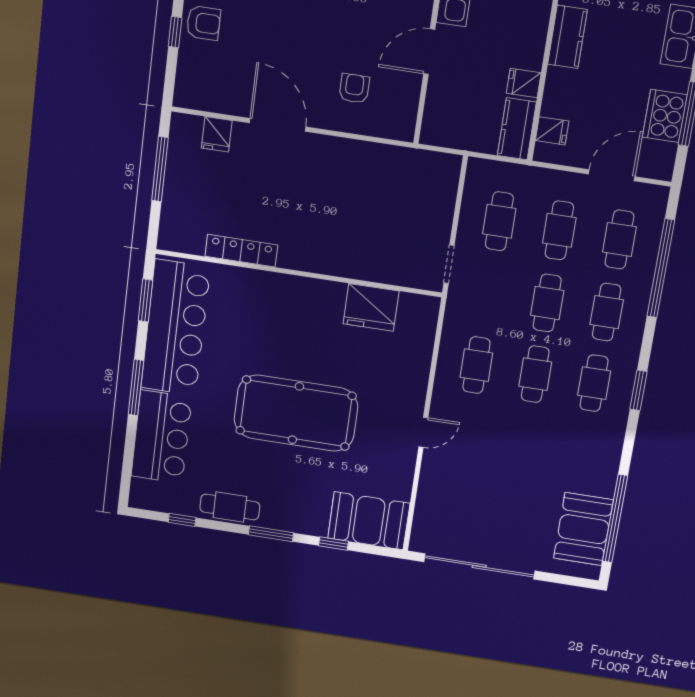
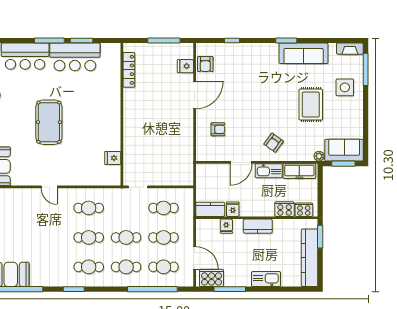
armchair: (203, 23) -> (205, 64), moved
door: (429, 52) -> (241, 162), swing flipped
cooker: (665, 116) -> (211, 278), moved
fridge: (552, 131) -> (226, 226), moved
locker: (241, 251) -> (129, 70), moved
window: (146, 300) -> (82, 40), moved
fridge: (371, 307) -> (113, 158), width x0.53, depth x0.75
bar counter: (175, 328) -> (75, 57), width x0.73
window: (638, 390) -> (74, 289), moved
pool table: (296, 413) -> (49, 122), width x0.73, depth x0.76

